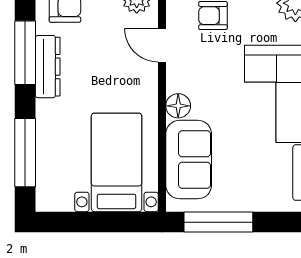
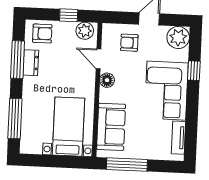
dresser: (48, 67) -> (31, 63), width x0.70
floor lamp: (178, 106) -> (107, 80), moved

